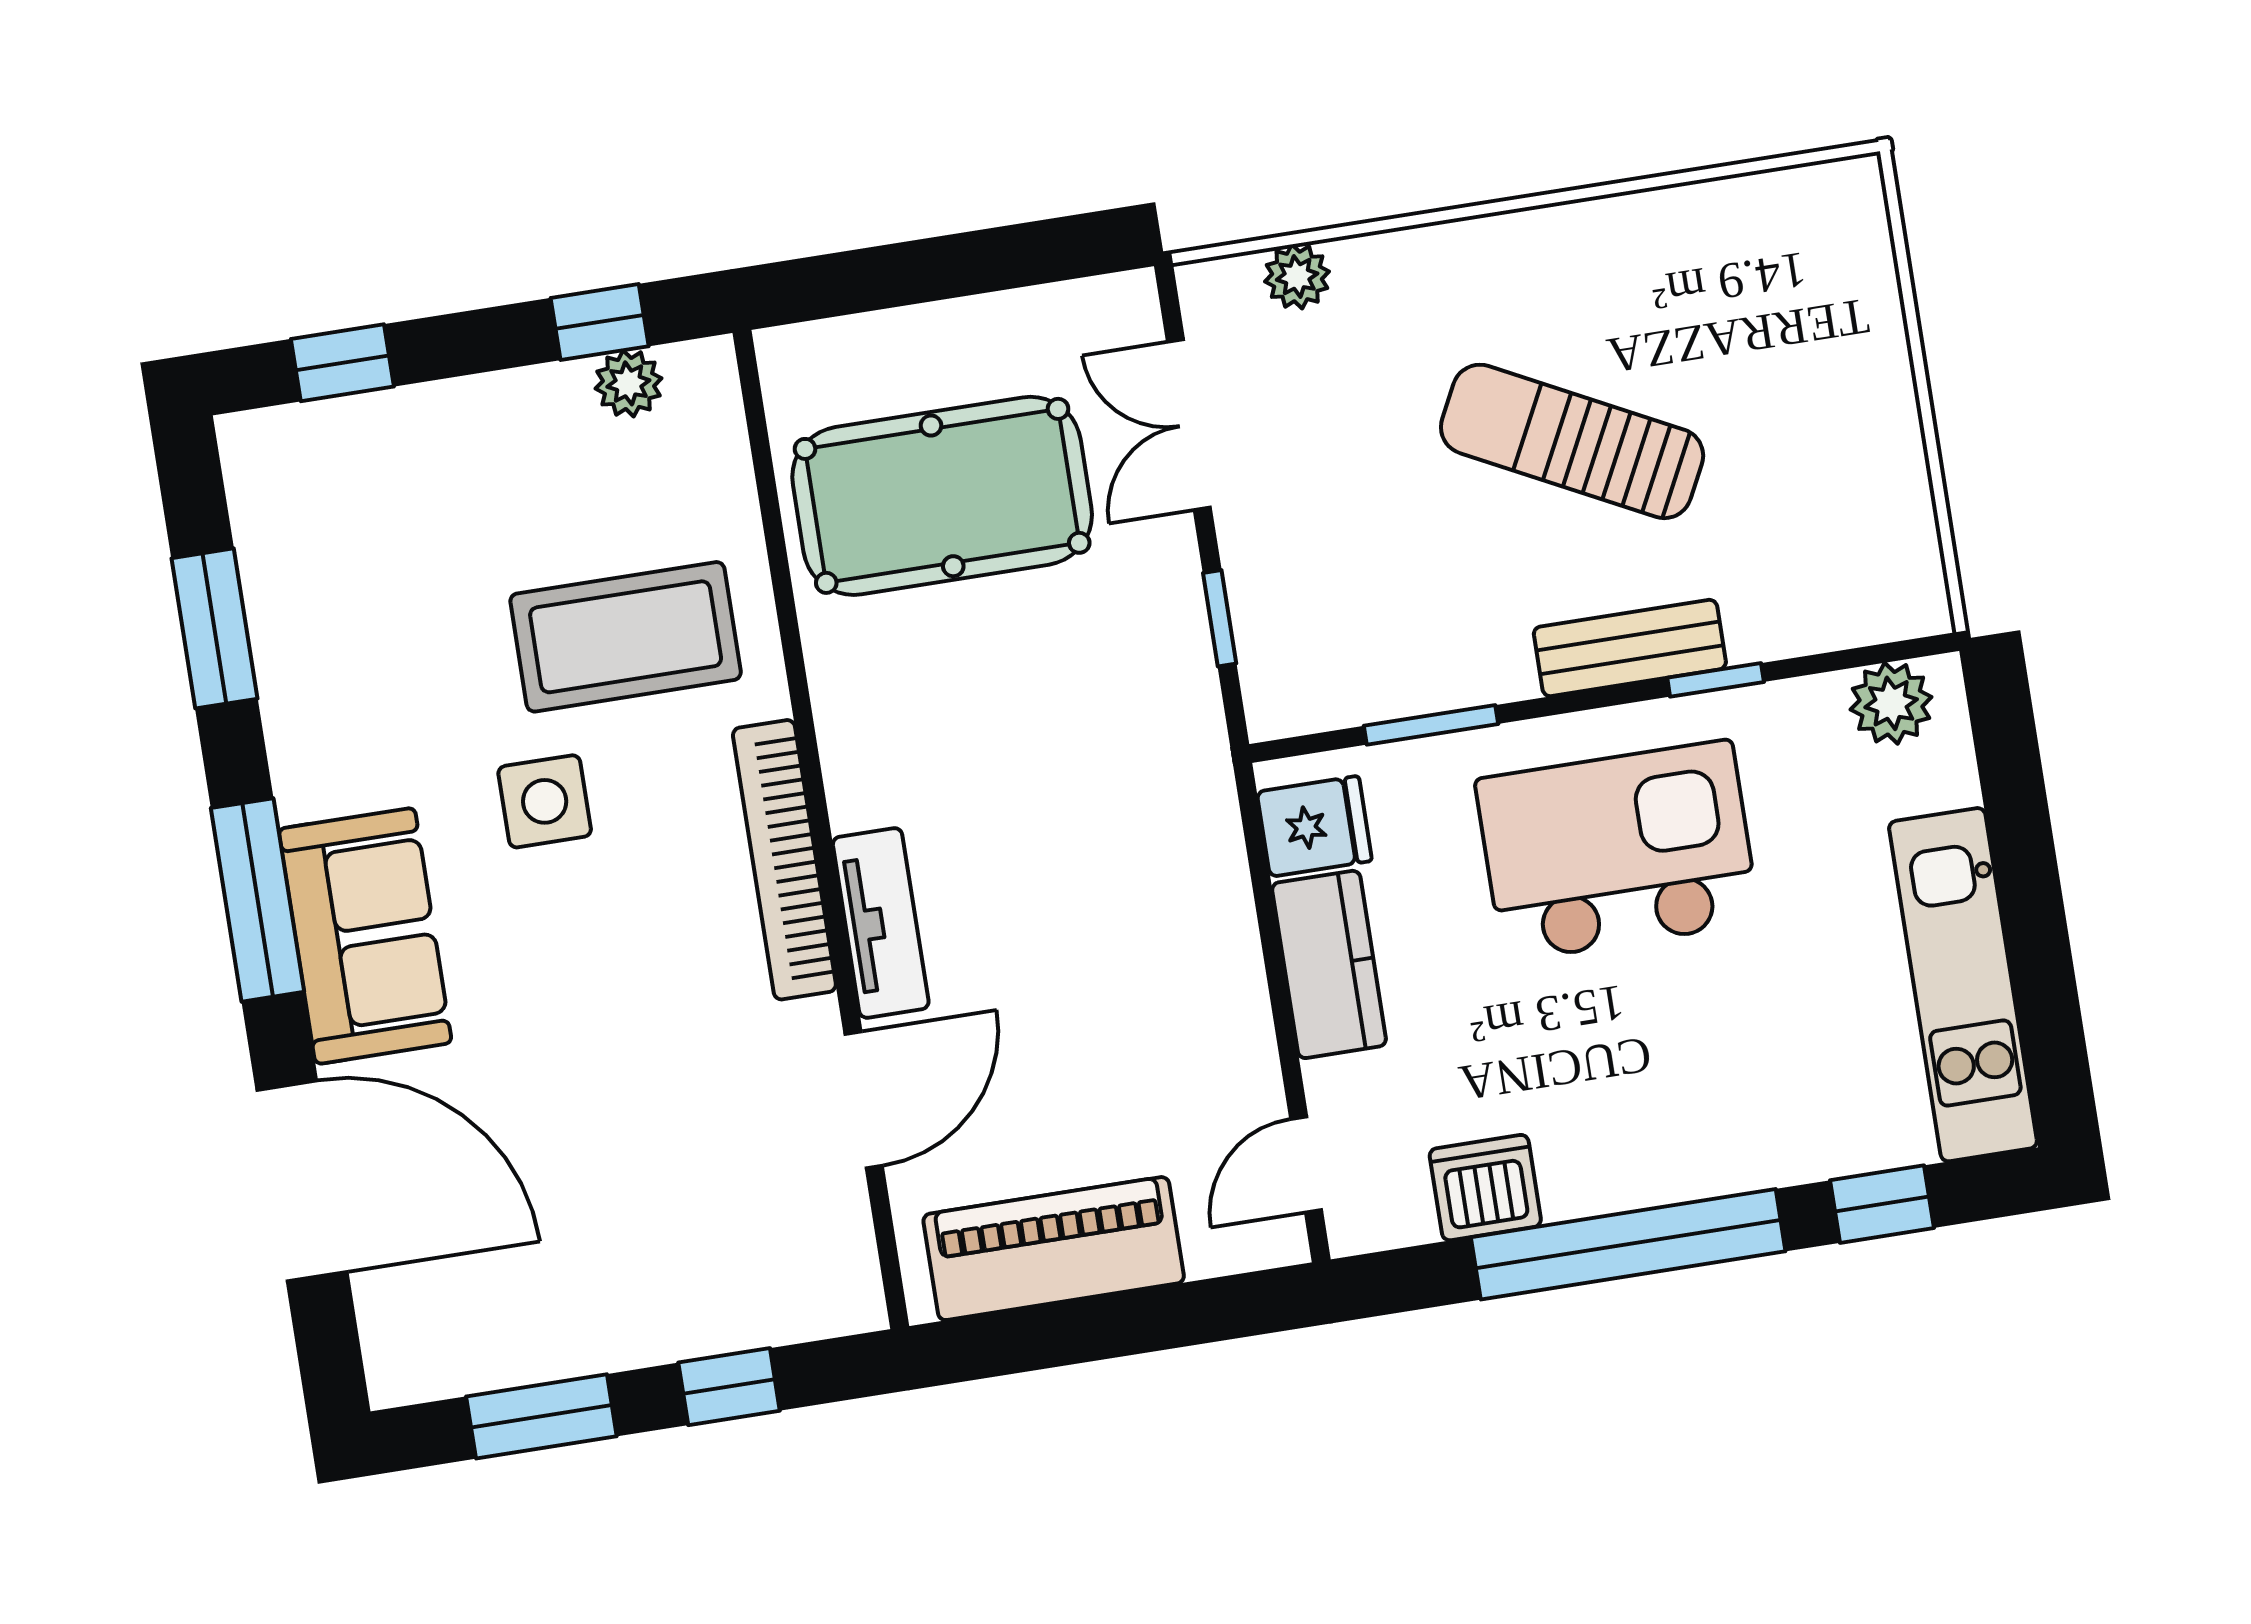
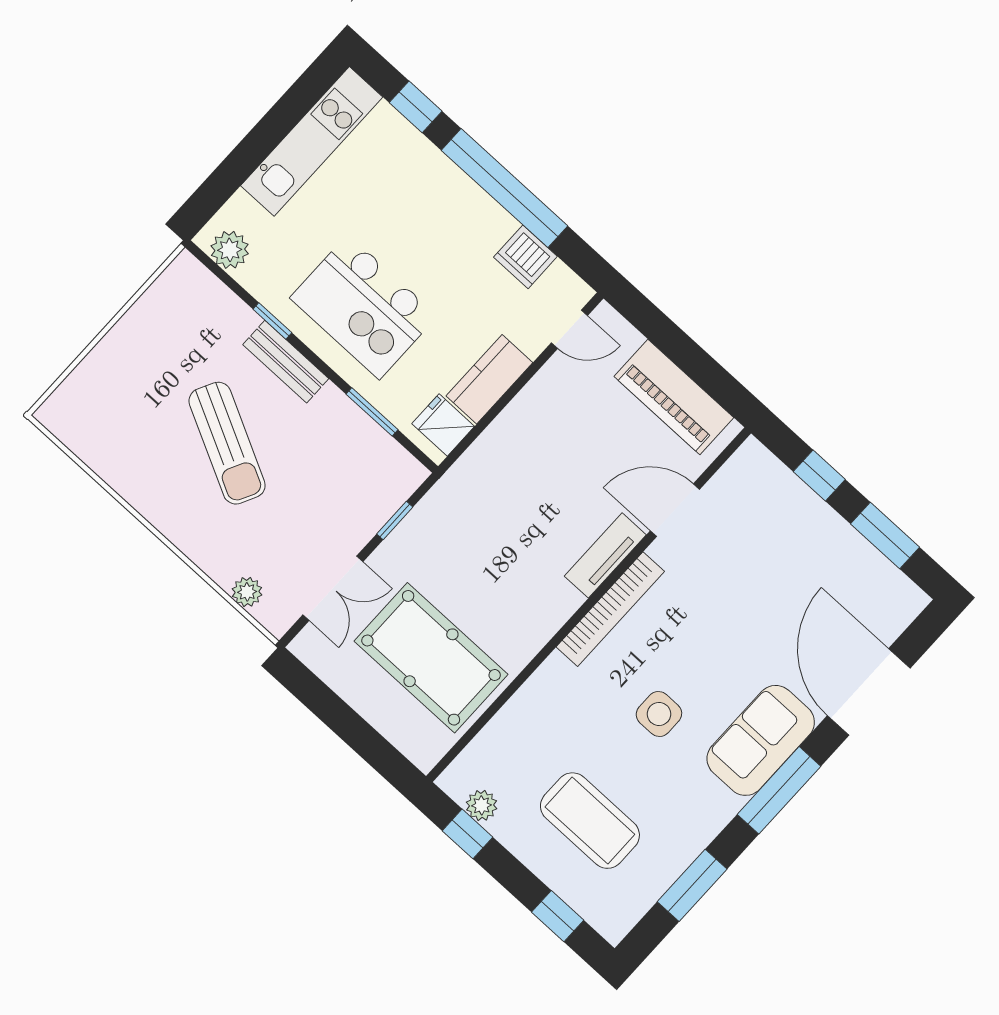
coffee table: (626, 637) -> (590, 821), moved

